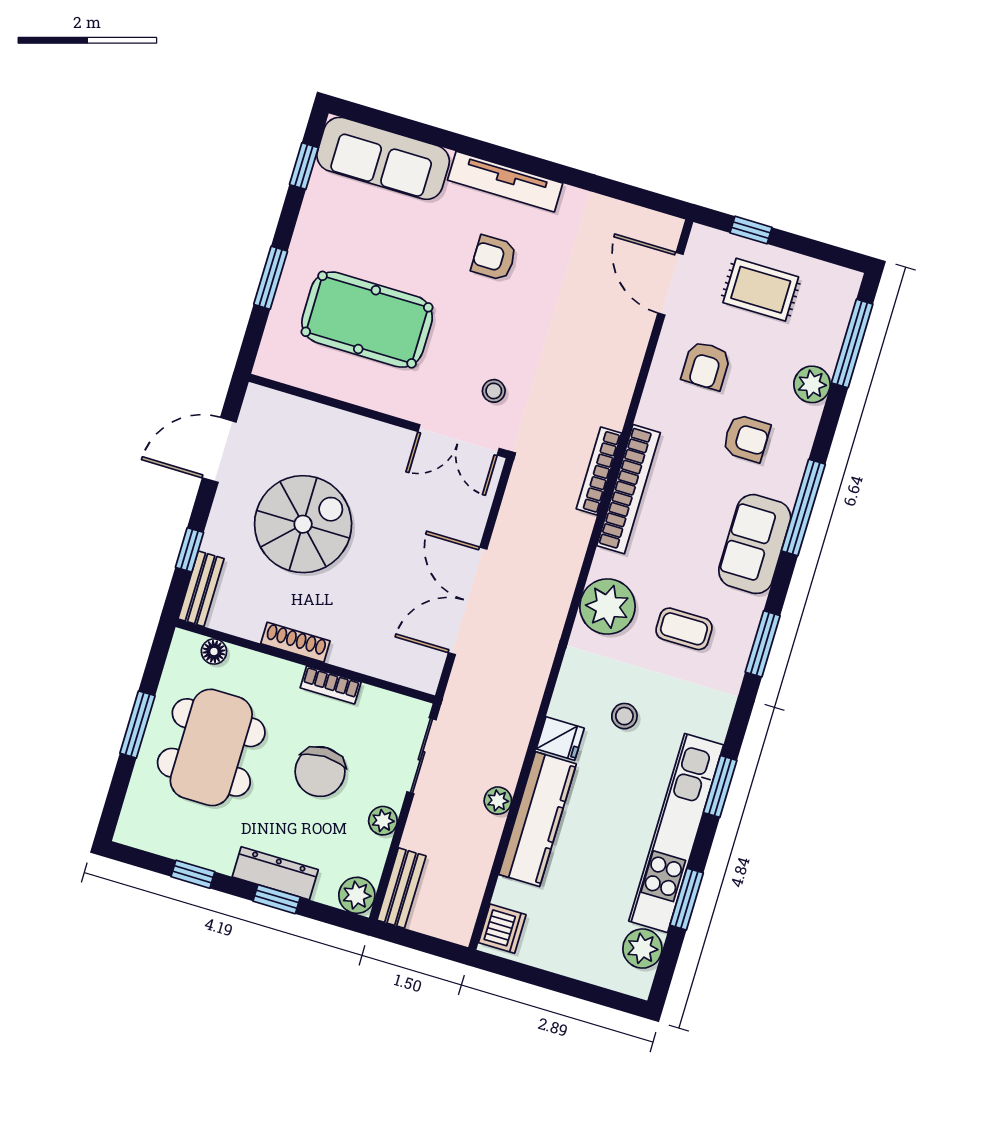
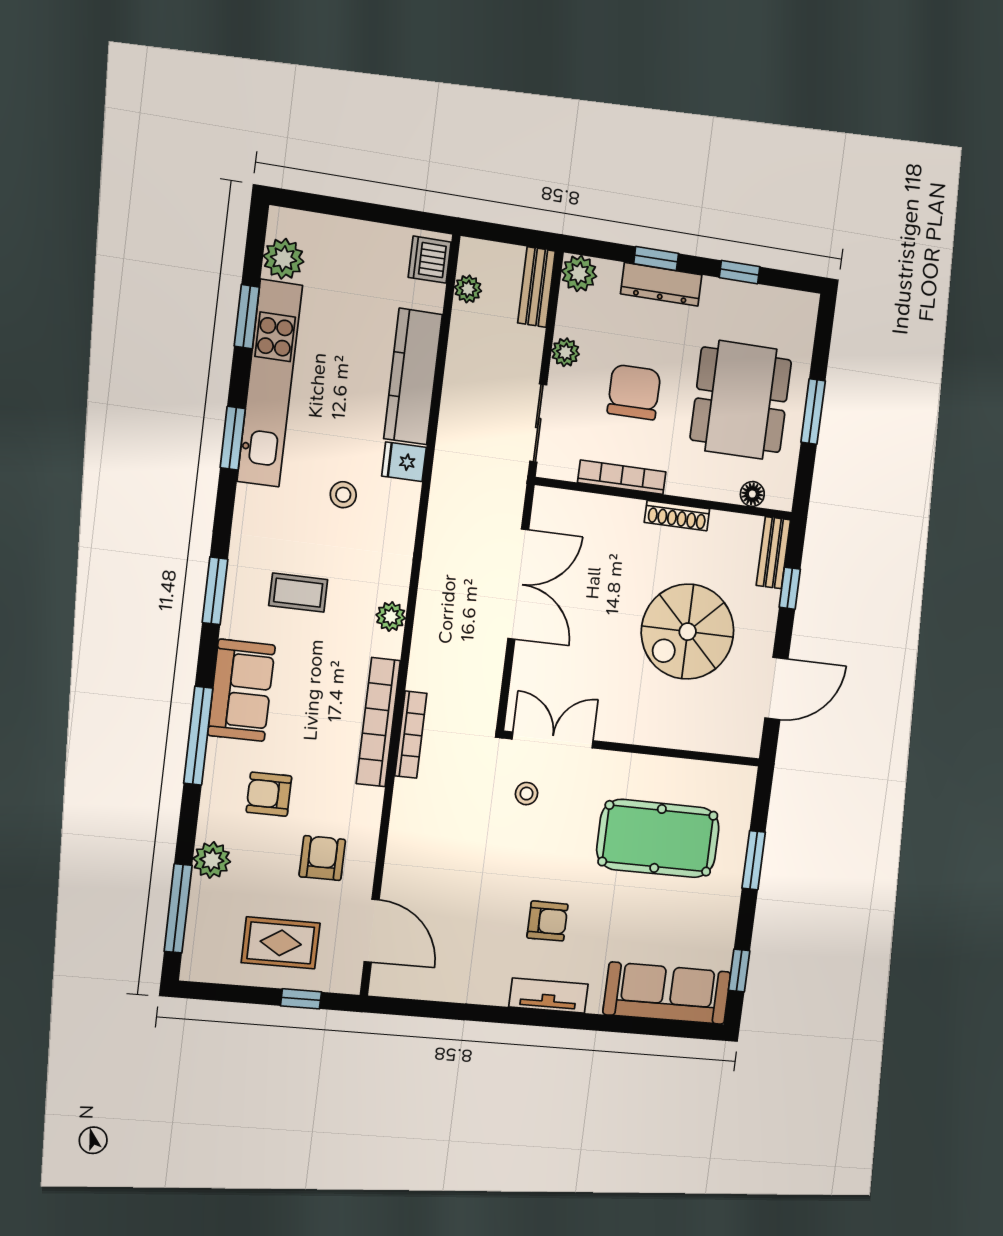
tv unit: (505, 182) -> (549, 996), width x0.71
plant: (607, 607) -> (391, 617), width x0.53, depth x0.53
bookcase: (331, 685) -> (622, 477), width x1.56
plant: (498, 801) -> (468, 289), moved

